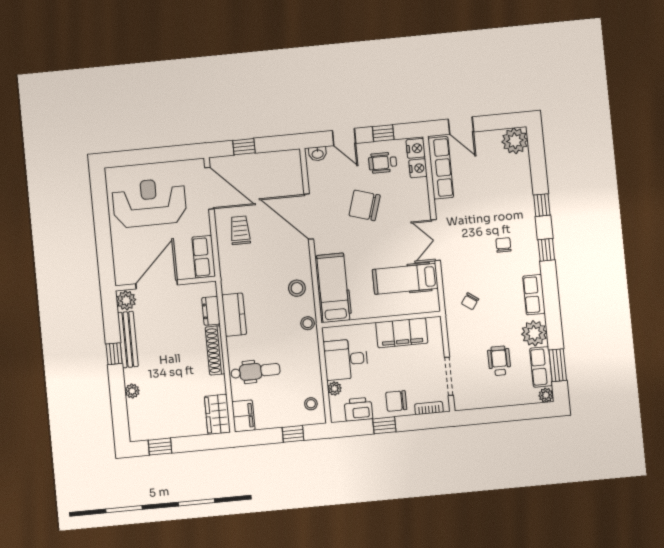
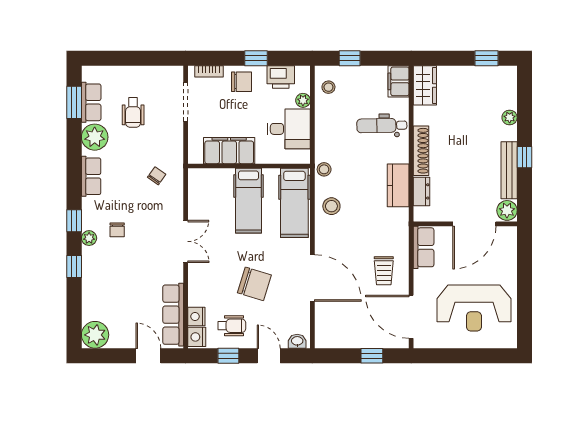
hospital bed: (405, 279) -> (248, 201), moved, turned 90
plant: (546, 395) -> (89, 238), moved

